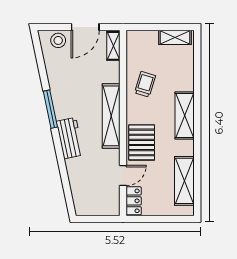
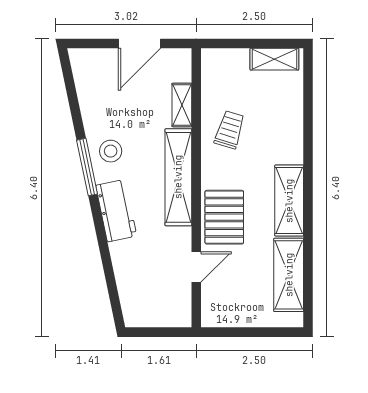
stool: (58, 40) -> (111, 151), moved
shelving: (113, 46) -> (182, 105), moved
shelving: (185, 116) -> (289, 201), moved
locker: (134, 201) -> (212, 305), removed

